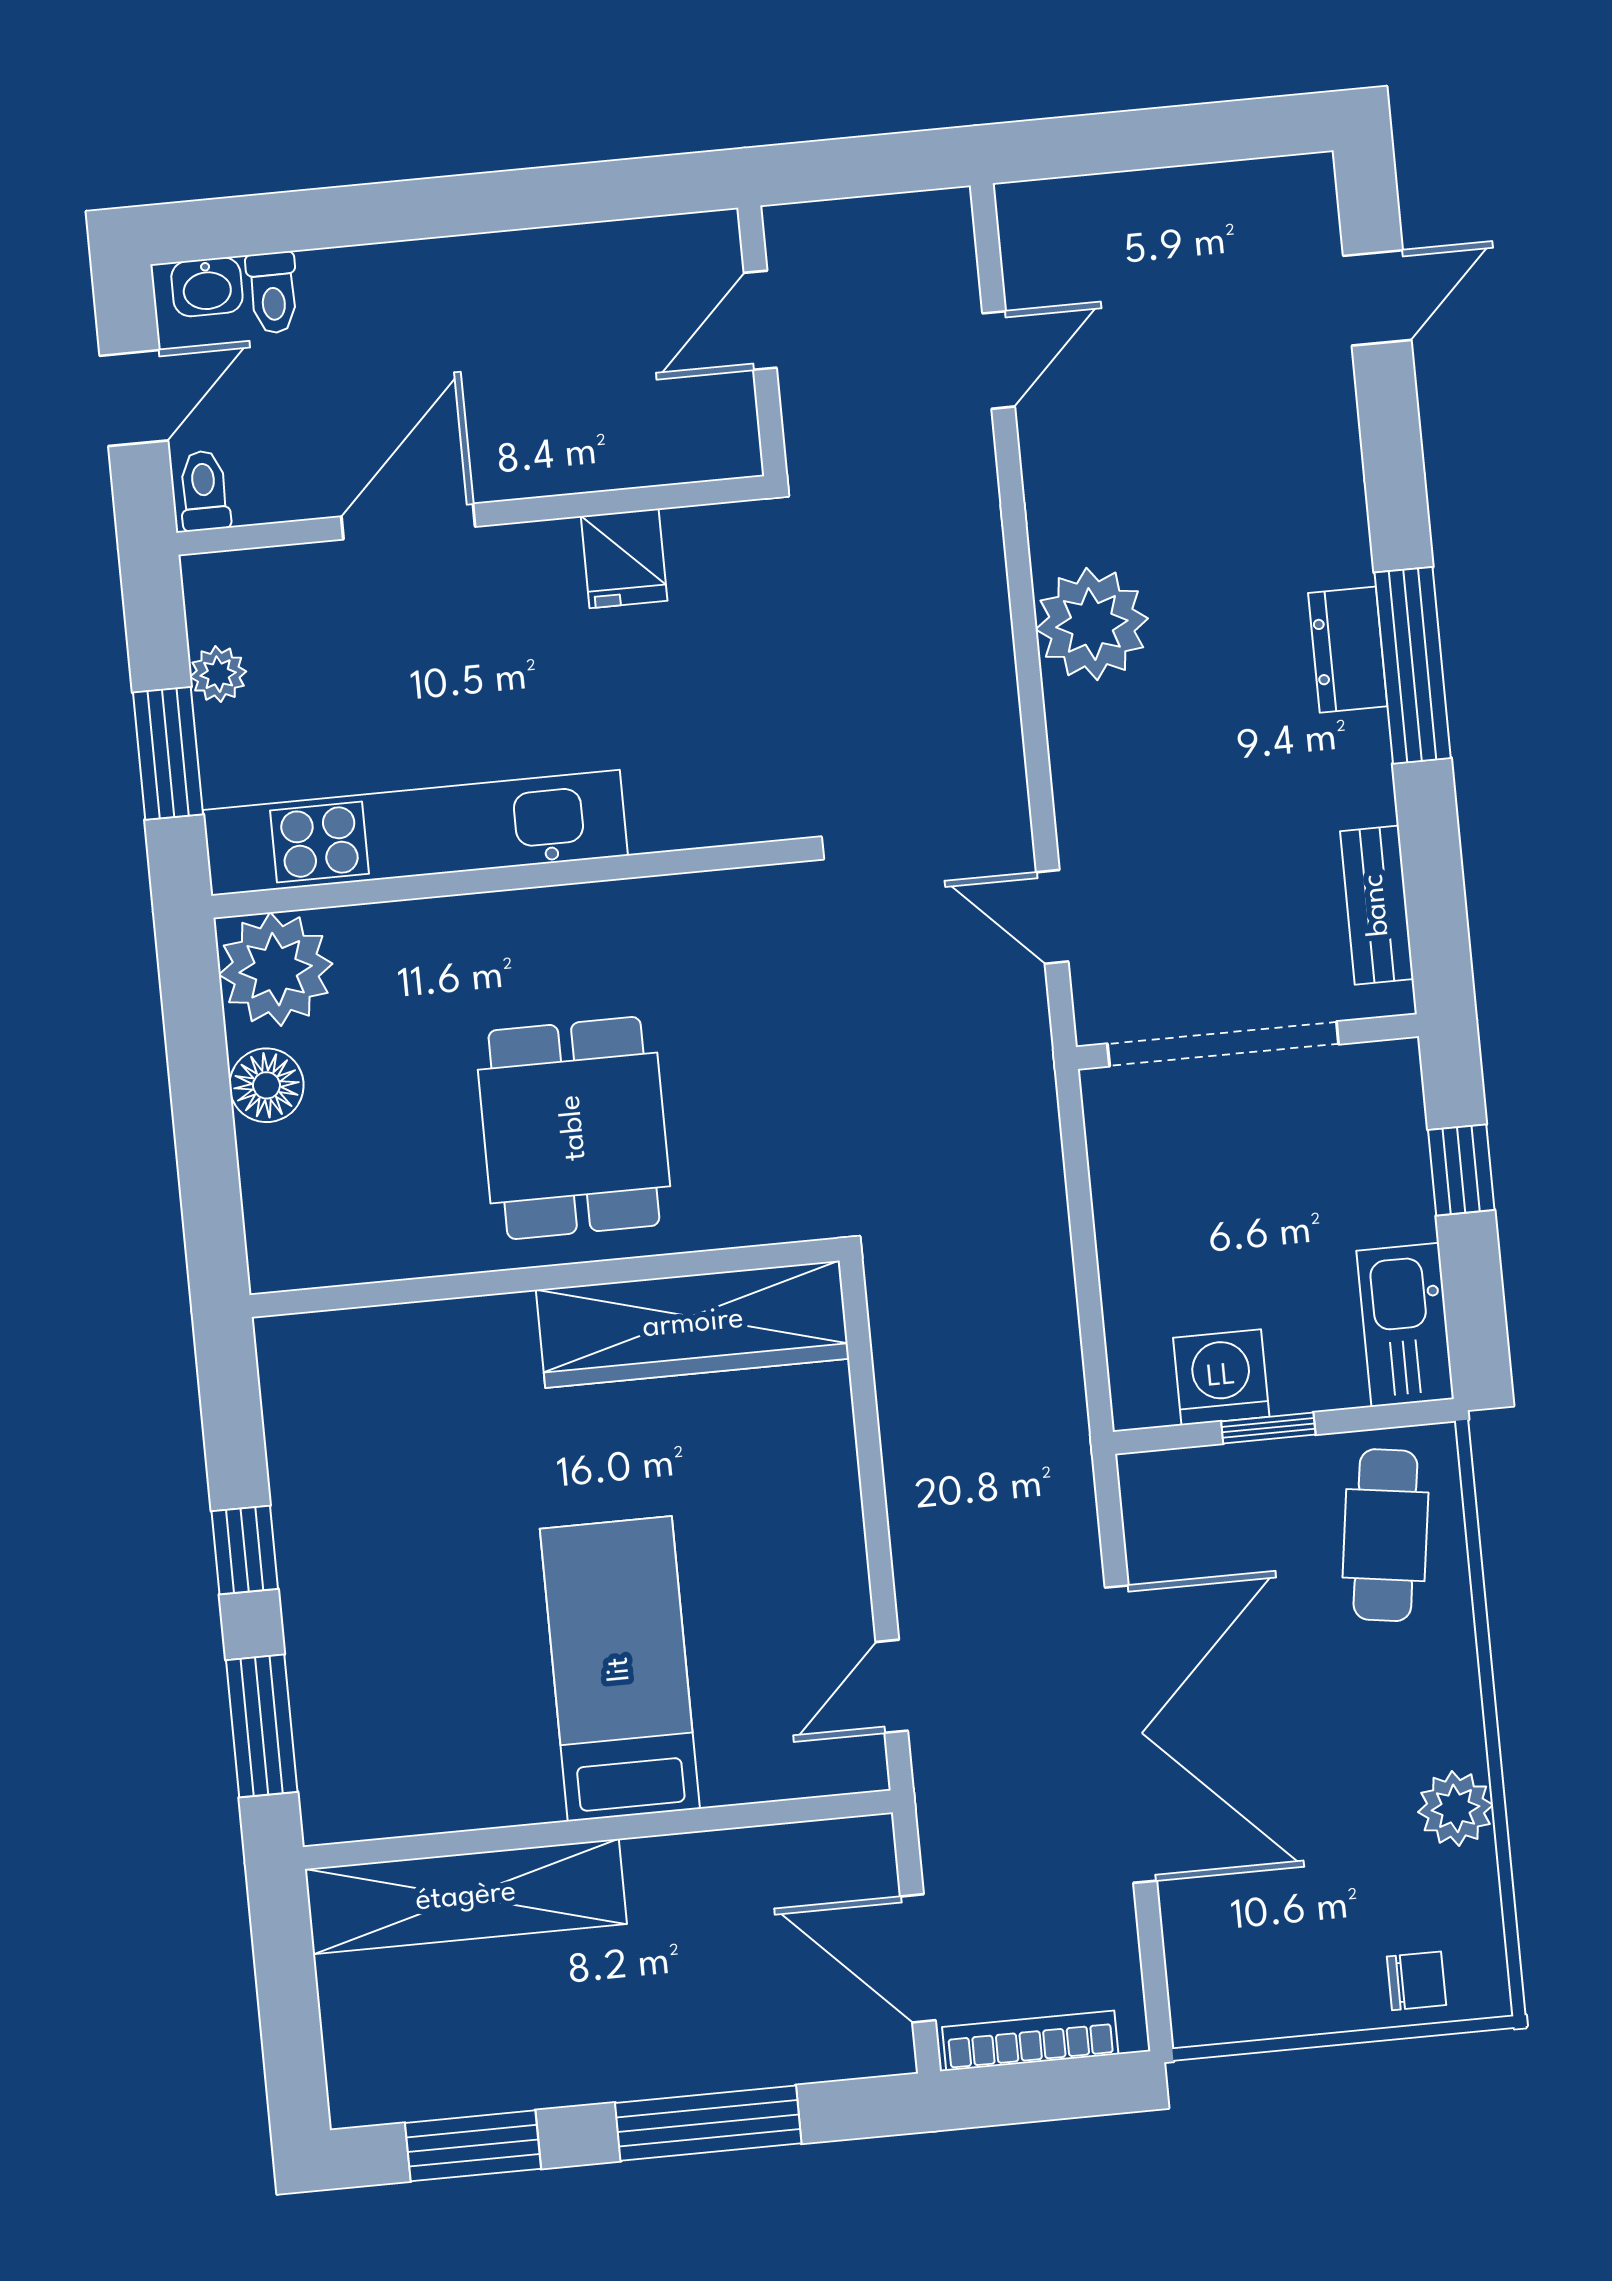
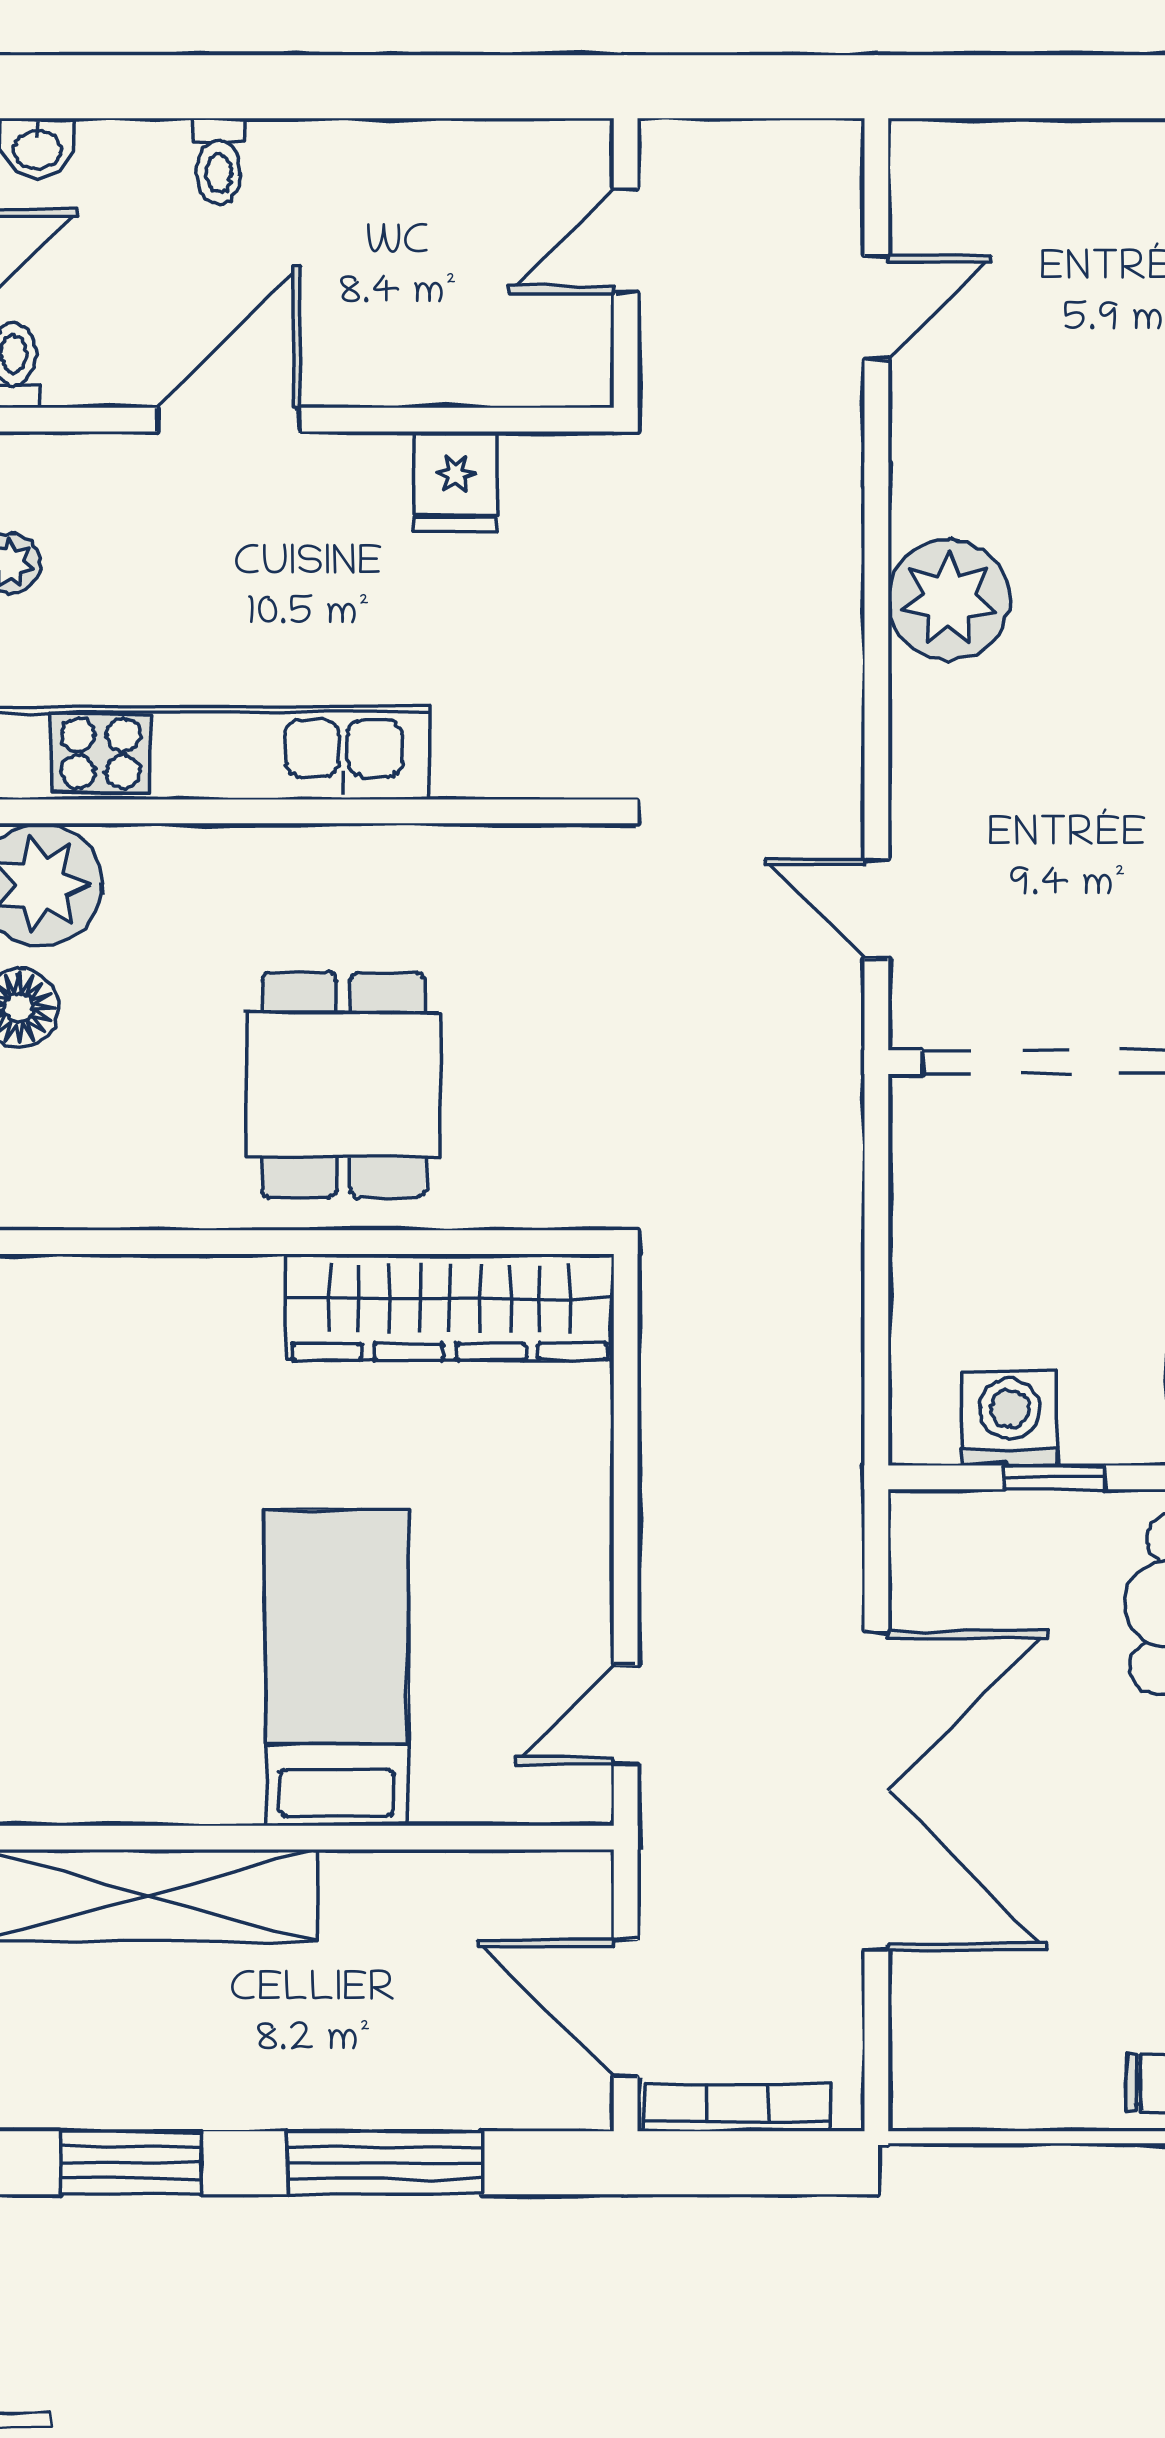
toilet: (273, 293) -> (219, 161), moved

